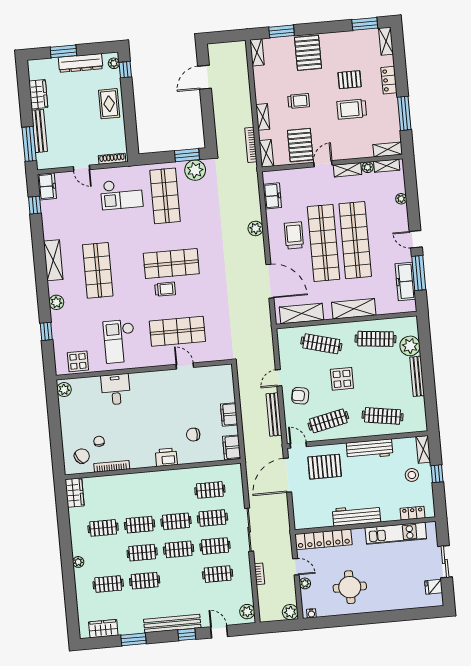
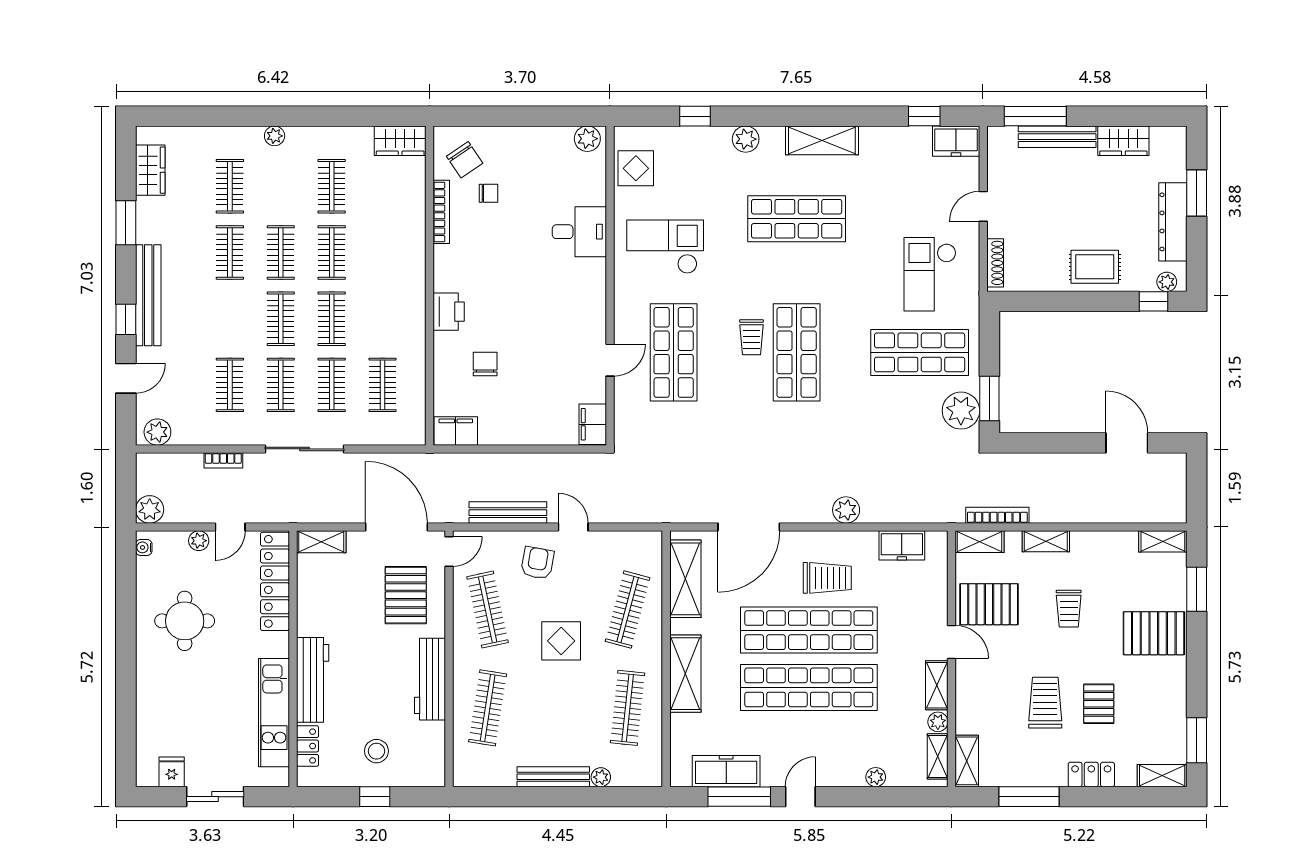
plant: (410, 346) -> (601, 777), width x0.53, depth x0.53
filing cabinet: (229, 414) -> (593, 424), moved, turned -90
shelving: (423, 449) -> (321, 542), moved
workbench: (356, 515) -> (313, 680), moved

